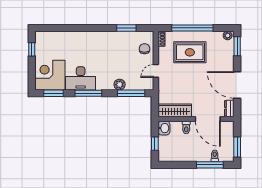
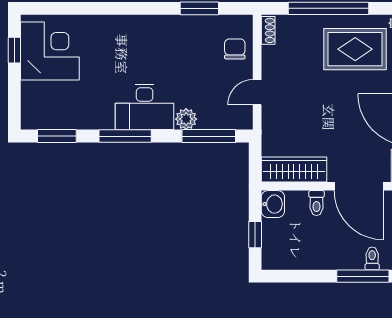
rug: (190, 52) -> (355, 49), moved
corner desk: (50, 75) -> (50, 51), moved, turned 90
desk: (81, 78) -> (145, 107), moved

